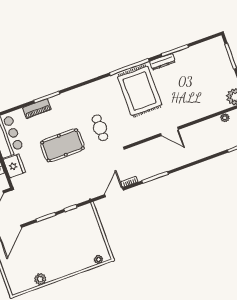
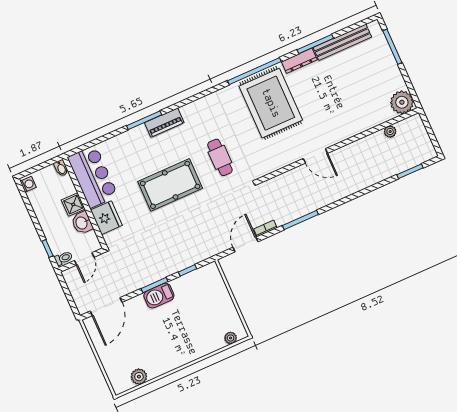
bench: (195, 50) -> (342, 42), added
piano: (37, 109) -> (164, 123), moved
barbecue: (49, 225) -> (159, 296), added
plant: (40, 279) -> (139, 377), moved

